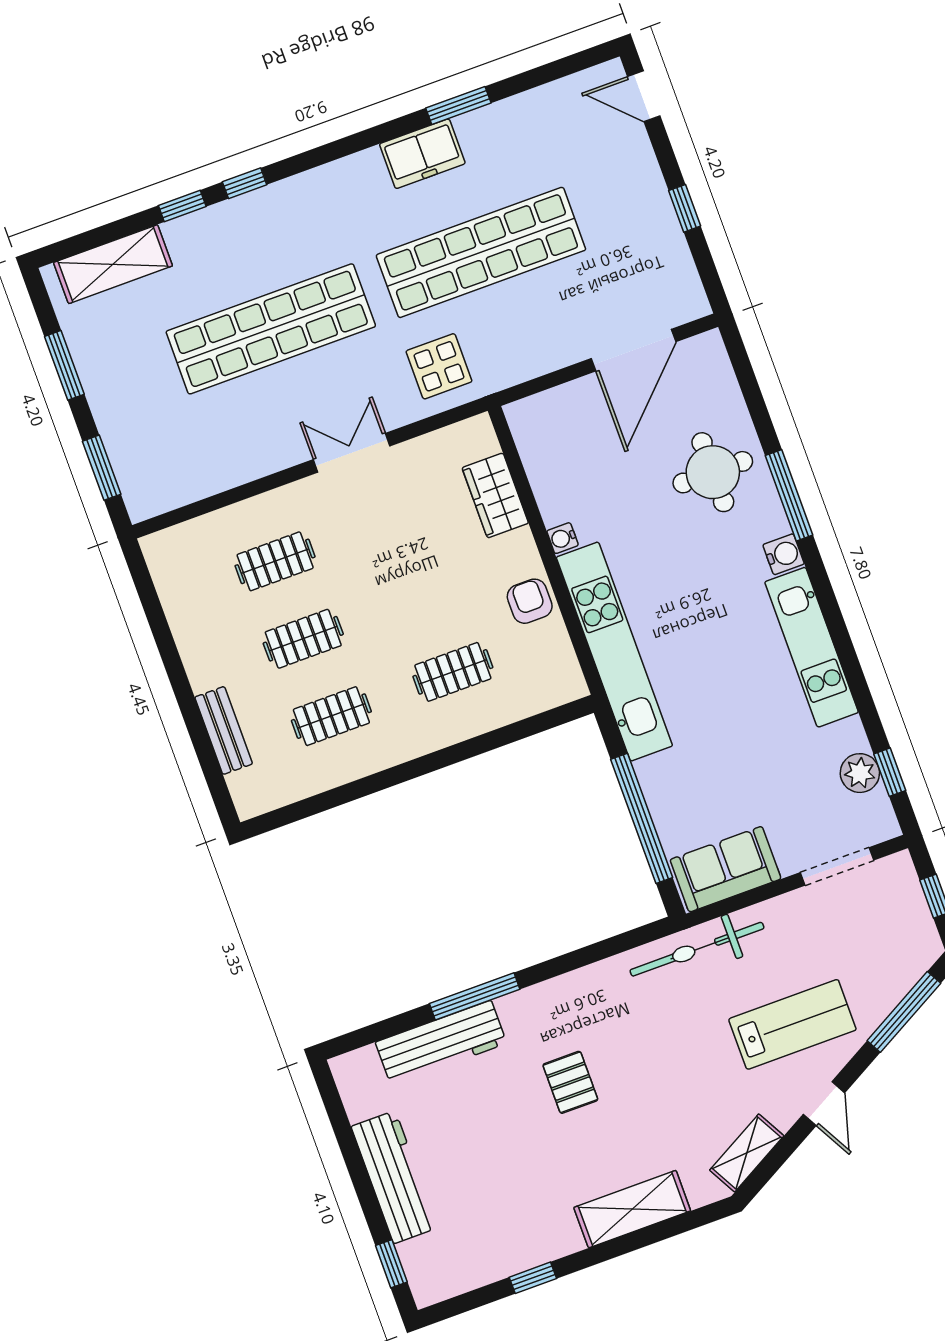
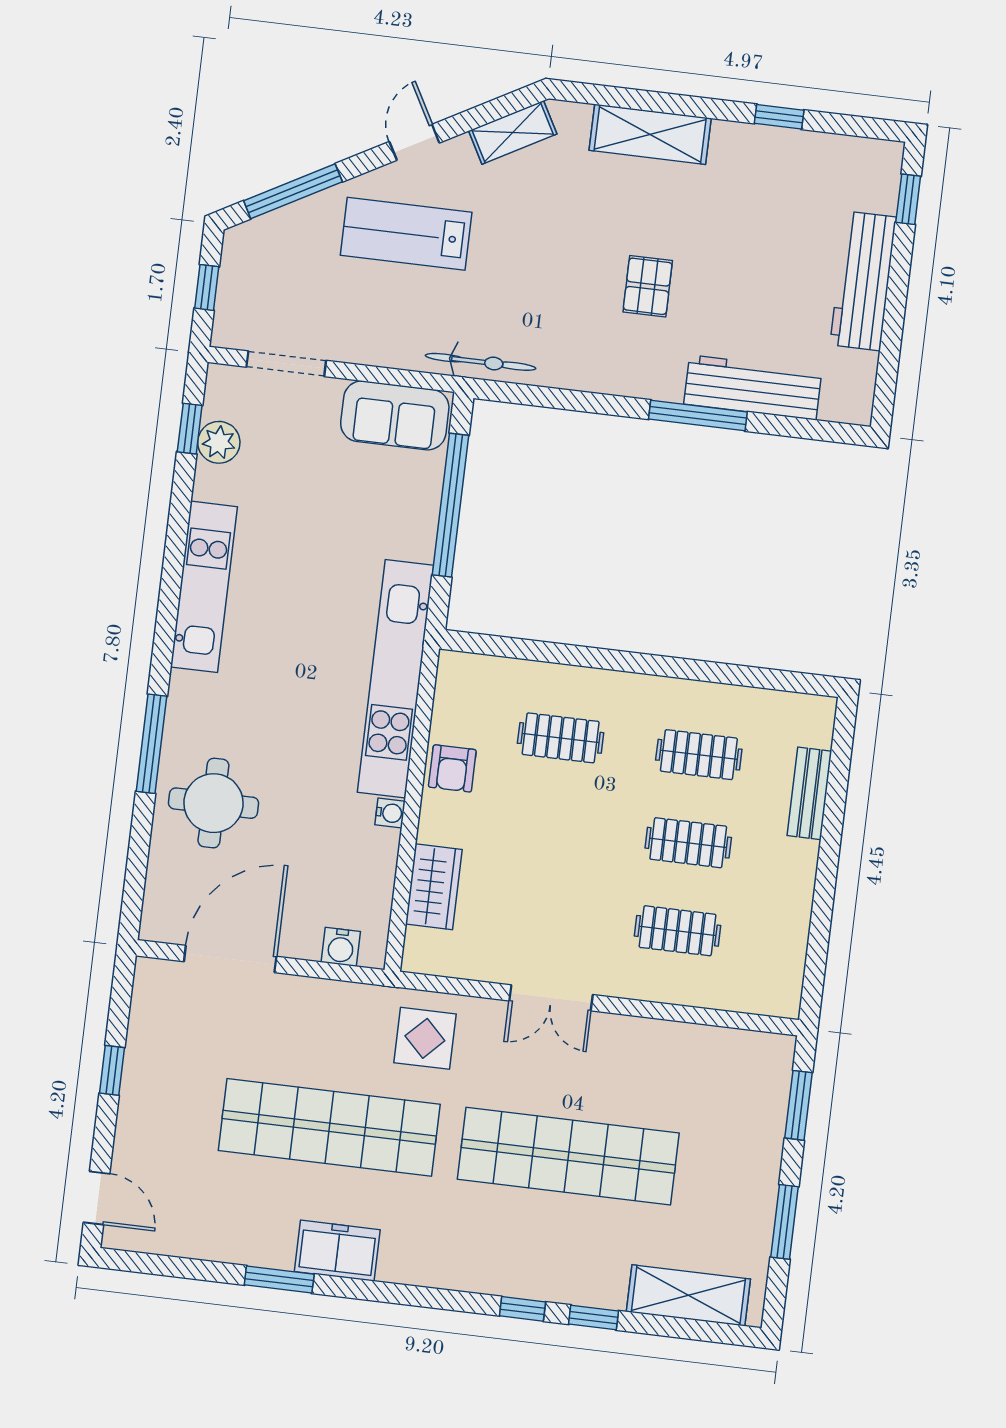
water cooler: (784, 554) -> (341, 947), moved, turned -90
bicycle: (697, 949) -> (481, 362), width x0.73, depth x0.71

